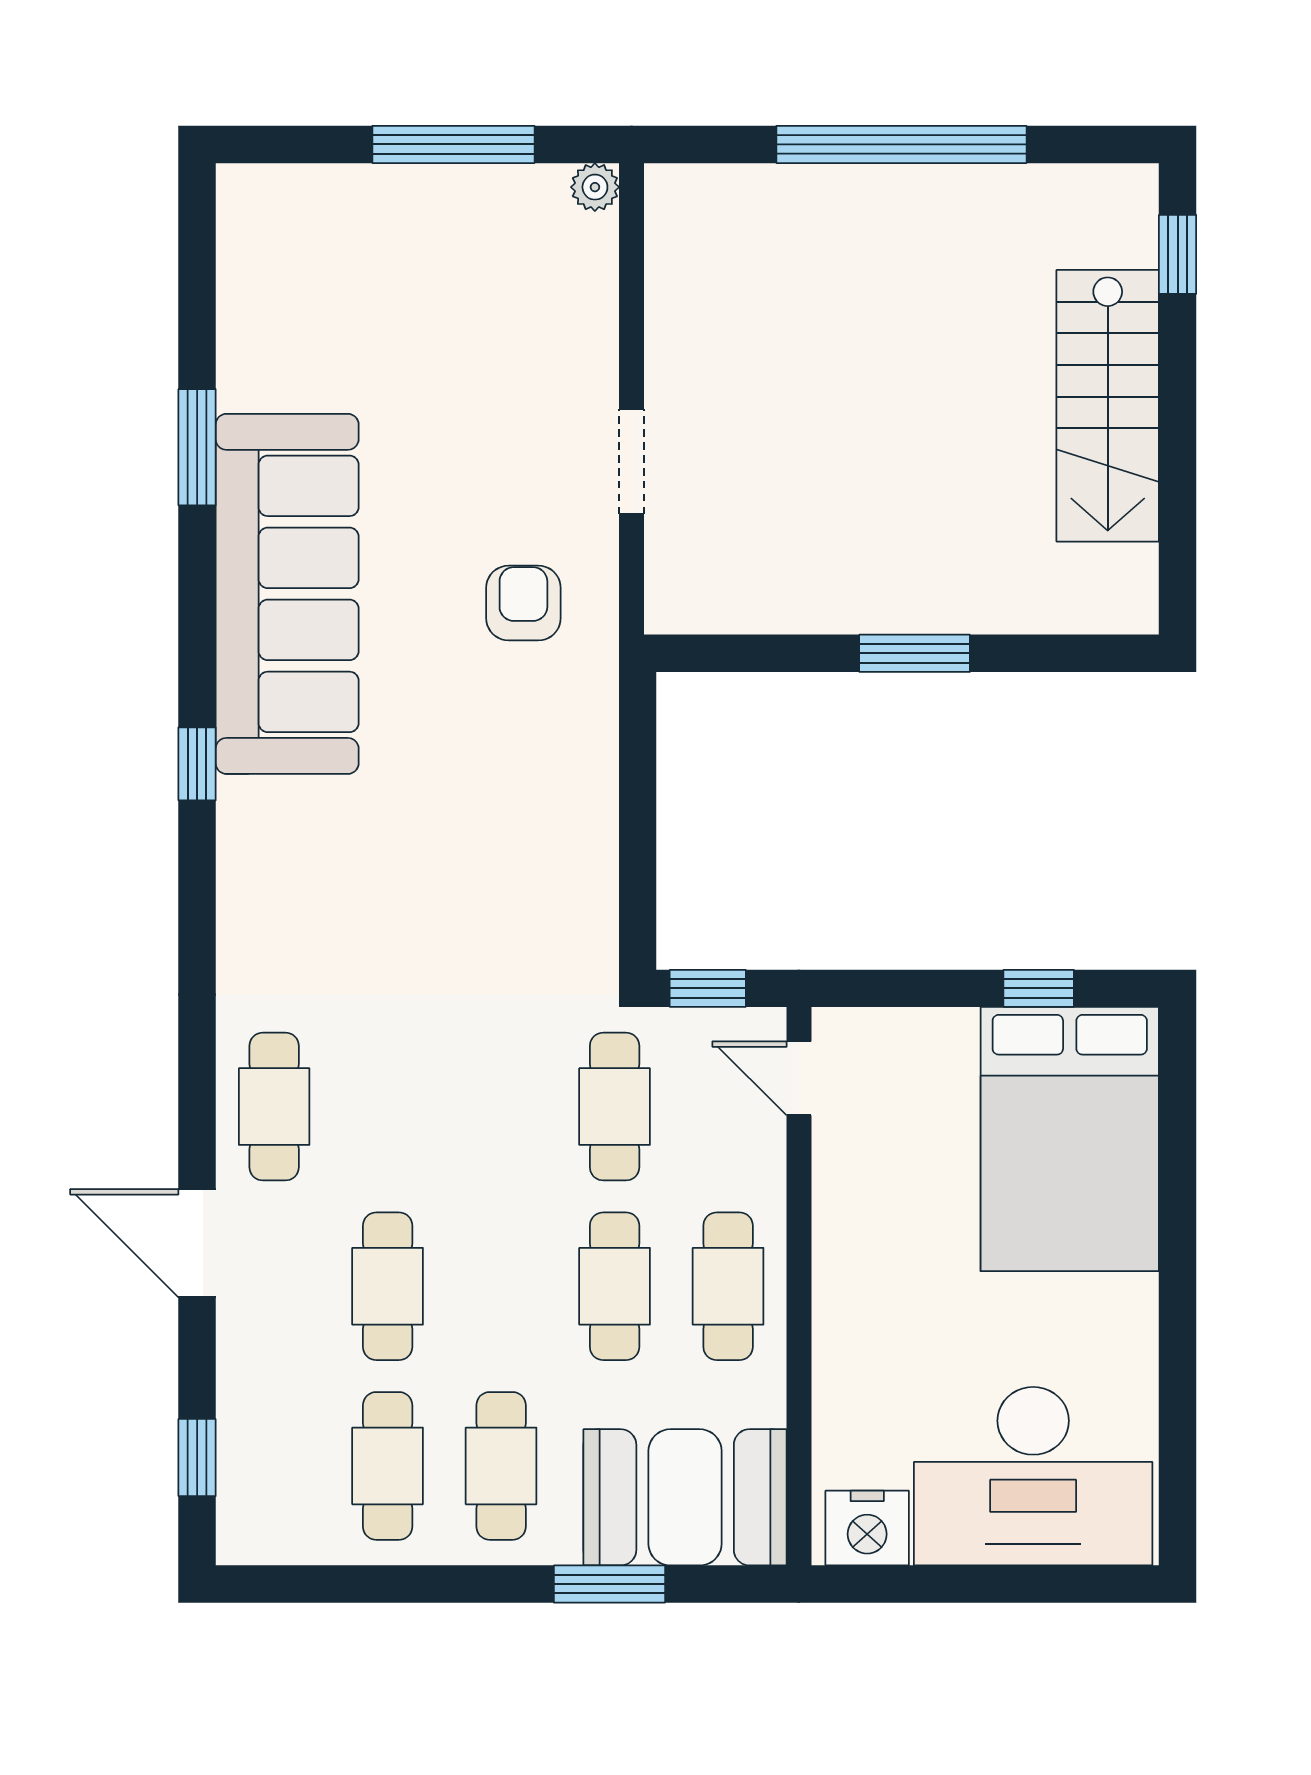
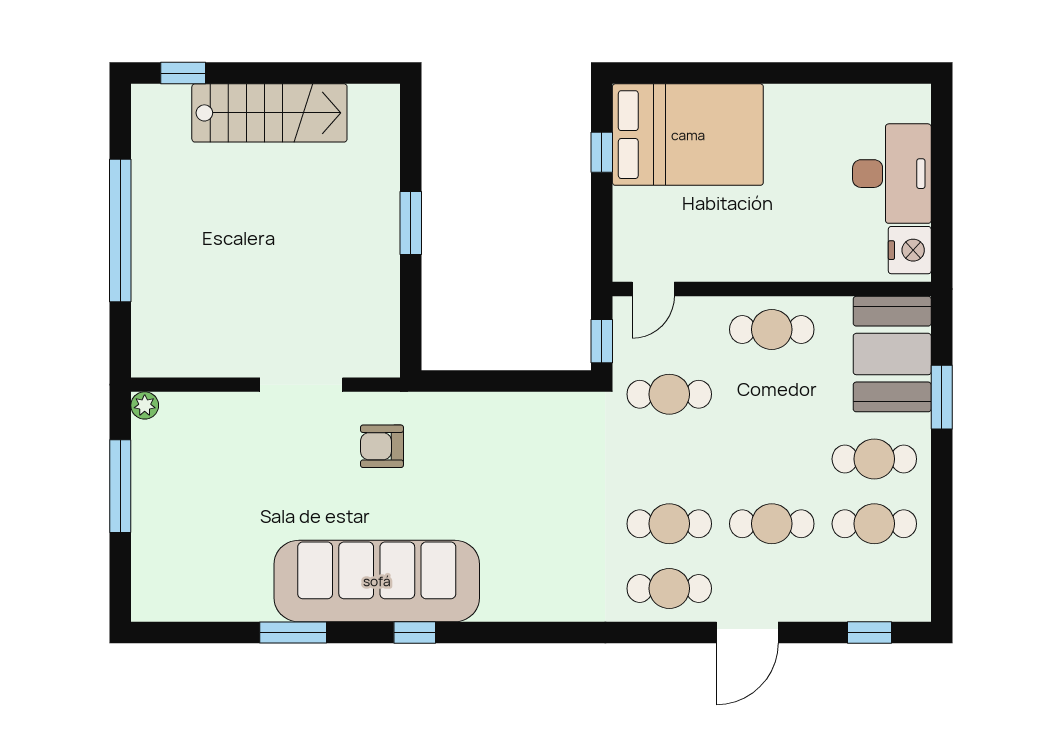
doorway: (631, 462) -> (301, 385), width x1.38
window: (197, 764) -> (415, 632), moved
cafe table: (615, 1286) -> (669, 524), moved
desk: (1033, 1476) -> (892, 174), width x0.73, depth x0.77

